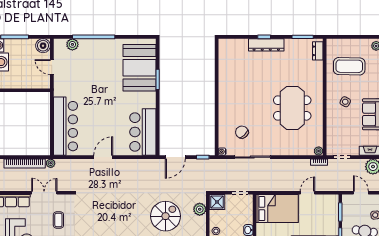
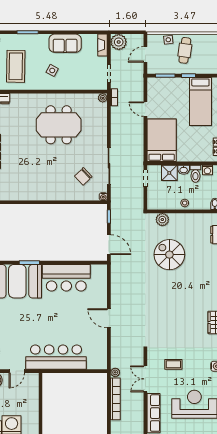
bar counter: (65, 126) -> (56, 357), moved
bar counter: (143, 132) -> (66, 278), moved
shower: (217, 202) -> (169, 173), moved

